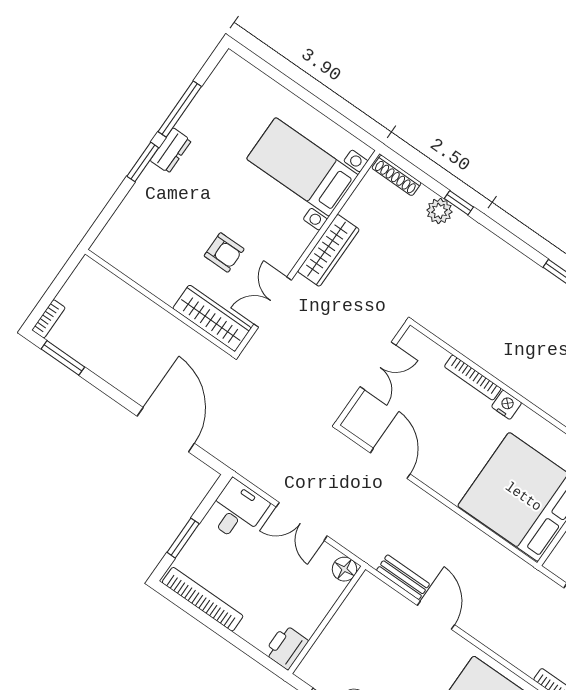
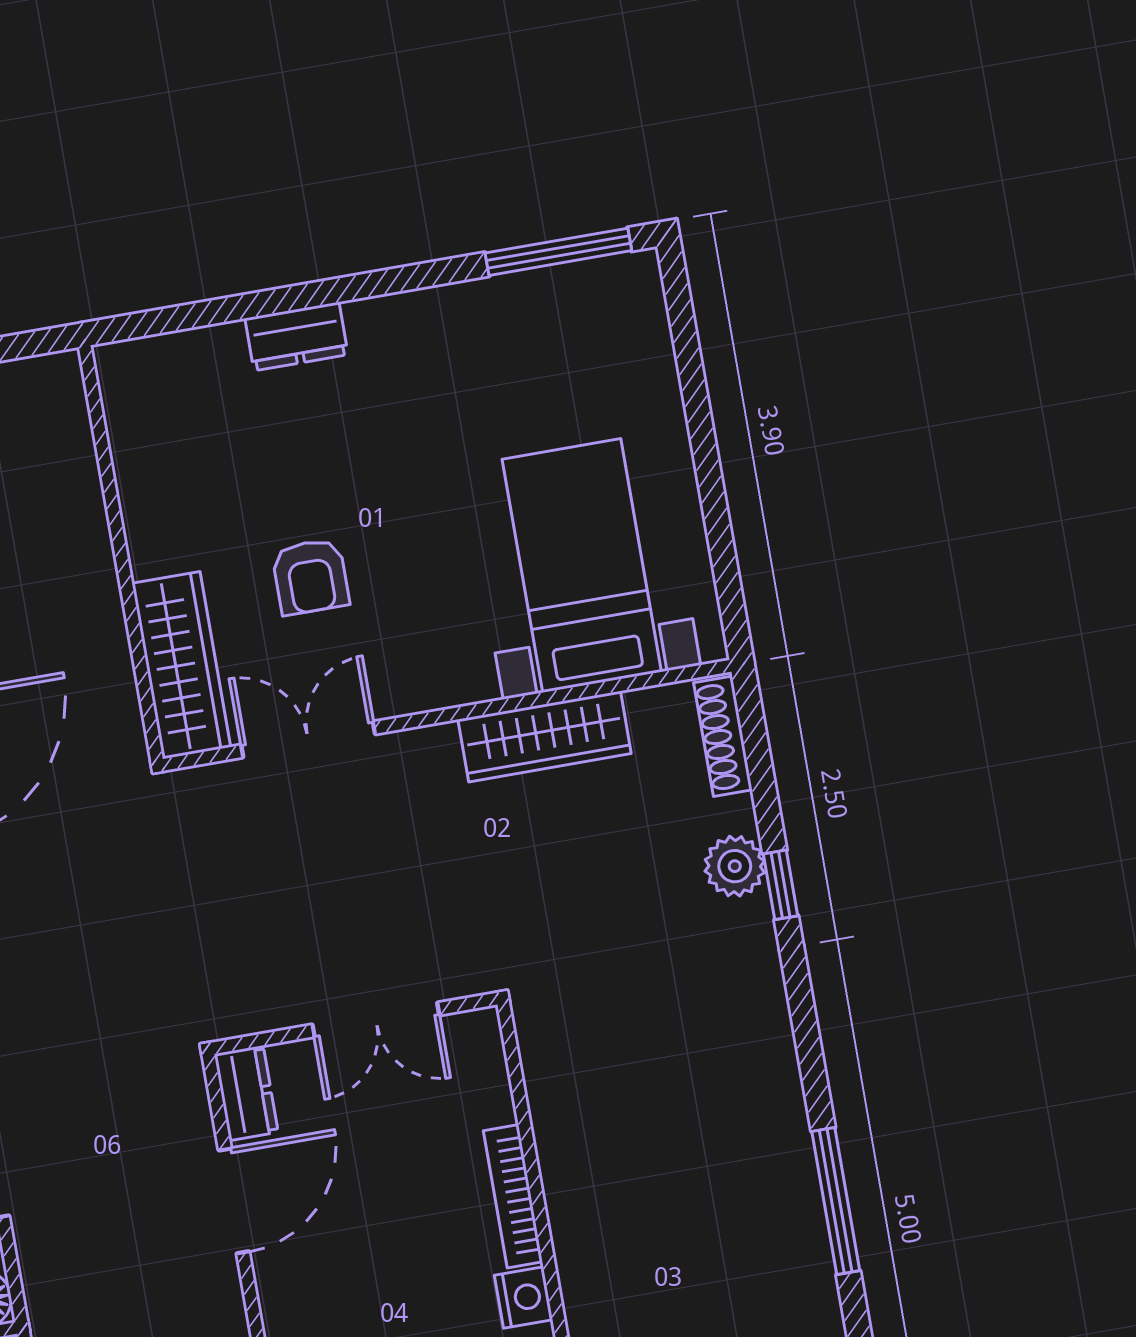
window: (180, 109) -> (558, 252), moved
dresser: (171, 150) -> (296, 336), moved
window: (143, 162) -> (327, 292), removed
wardrobe: (328, 250) -> (545, 736), moved
dresser: (361, 427) -> (246, 1093), added

